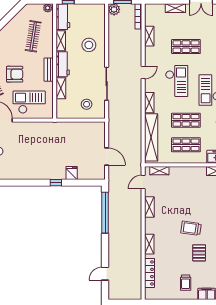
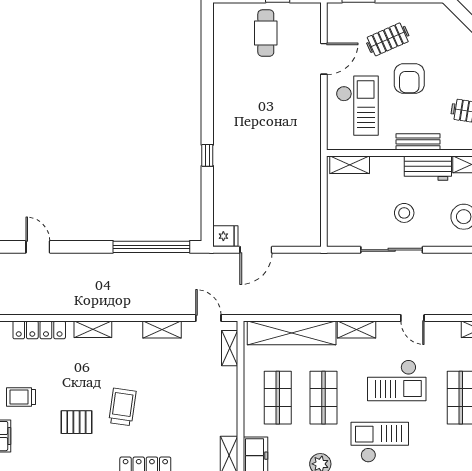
shelving: (61, 88) -> (350, 165), moved
stool: (87, 104) -> (404, 213), moved
fridge: (72, 173) -> (225, 236), moved

